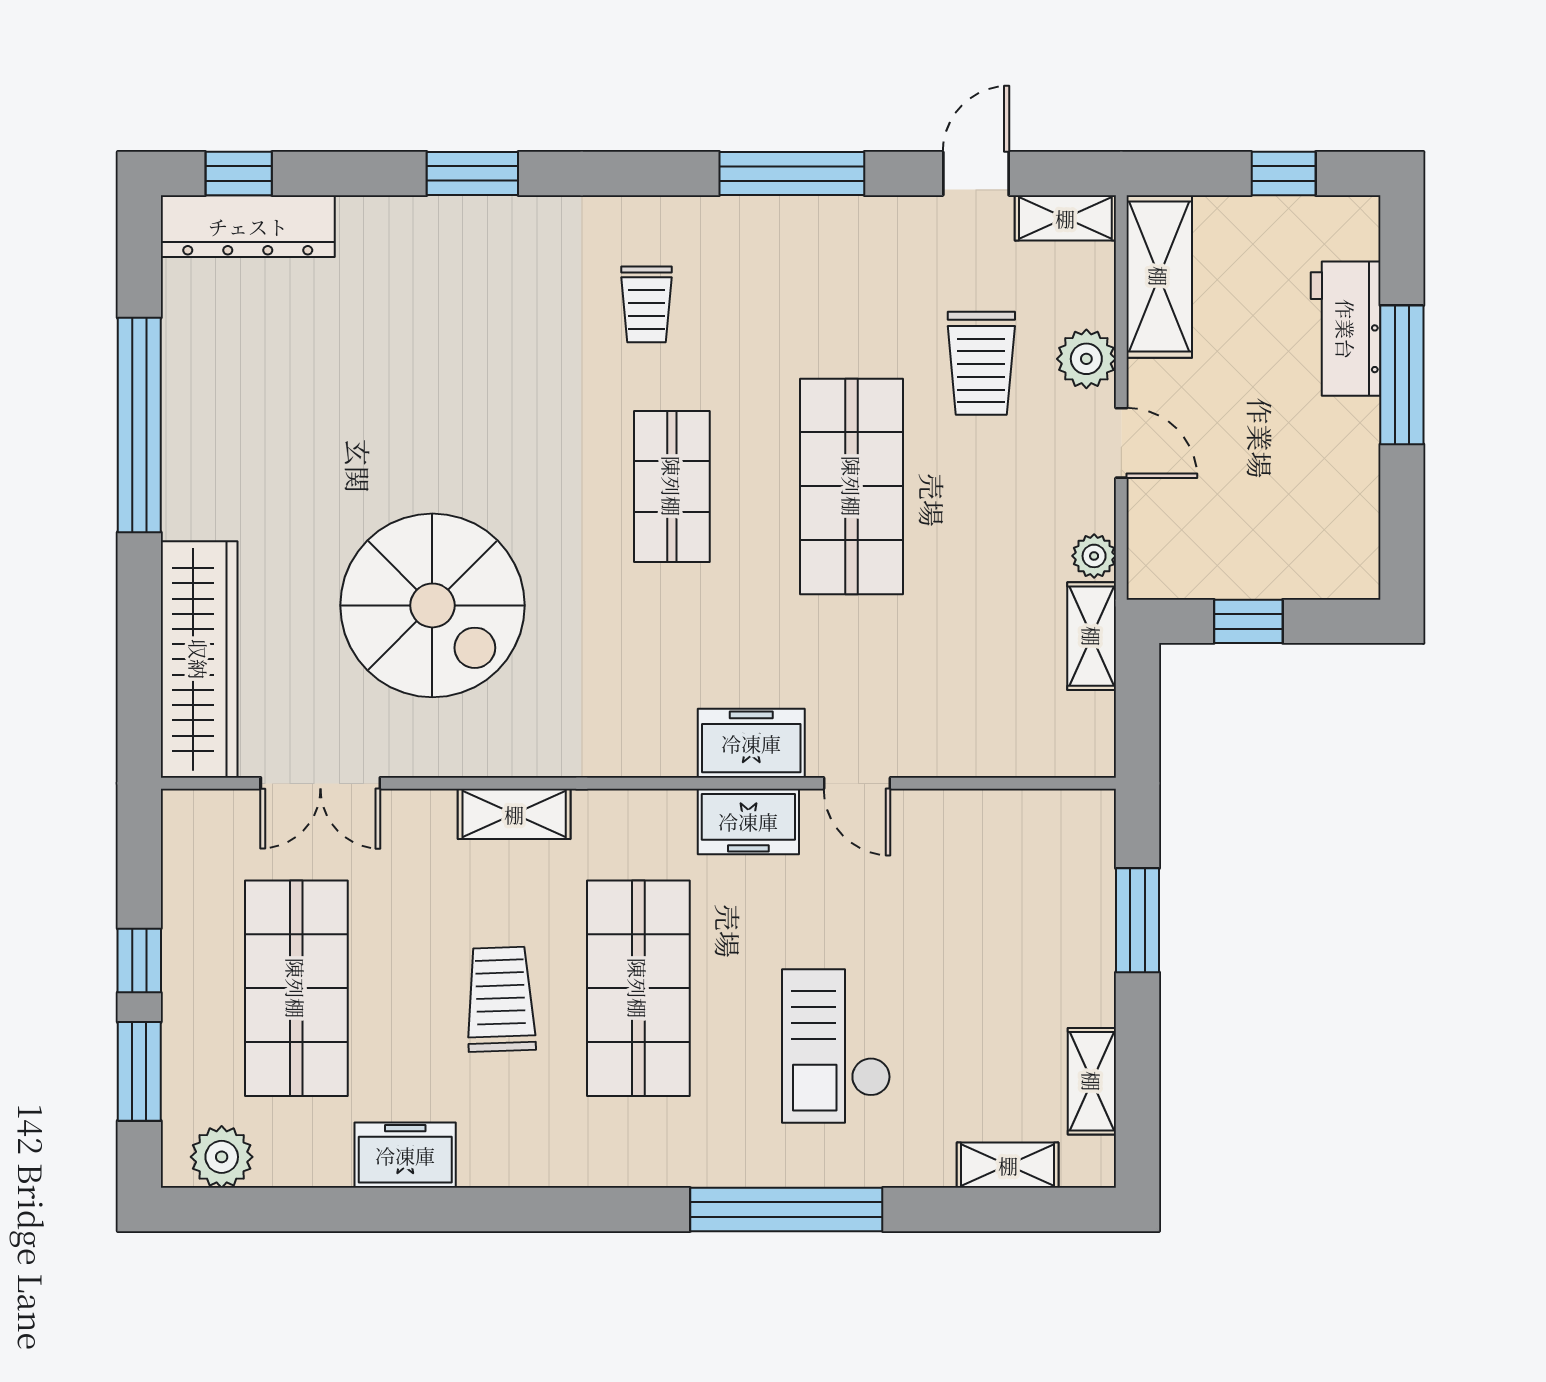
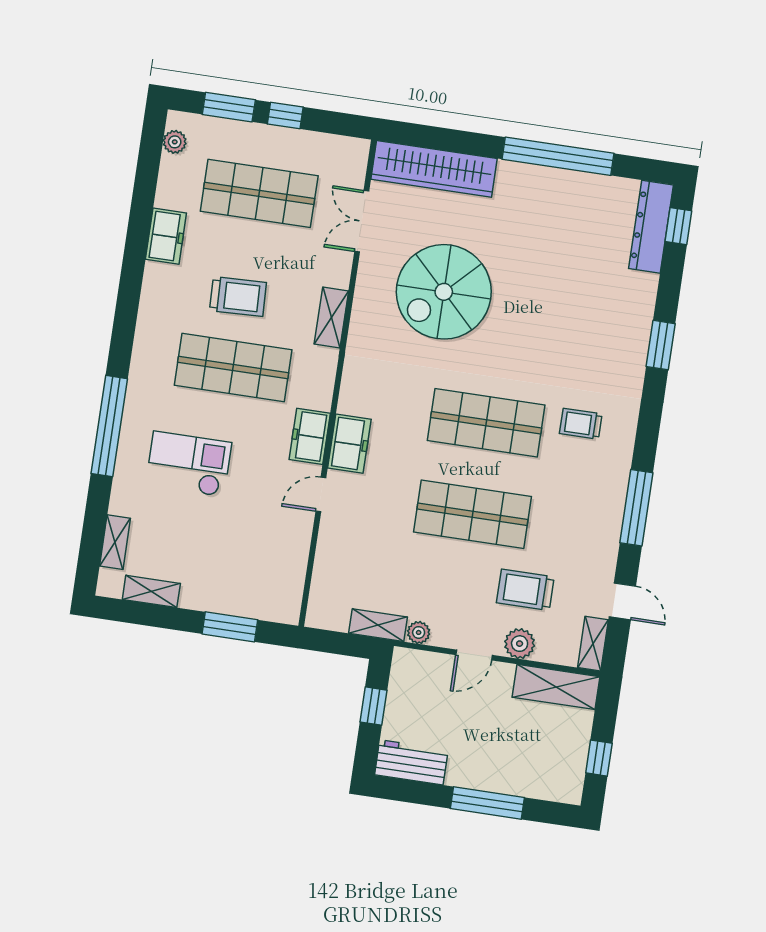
workbench: (1346, 329) -> (411, 762), moved
shop shelf: (672, 486) -> (486, 423), width x1.43, depth x1.36
plant: (222, 1157) -> (175, 142), width x0.73, depth x0.73

